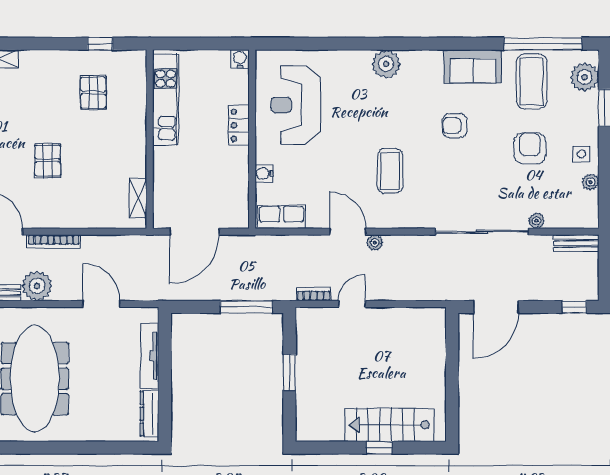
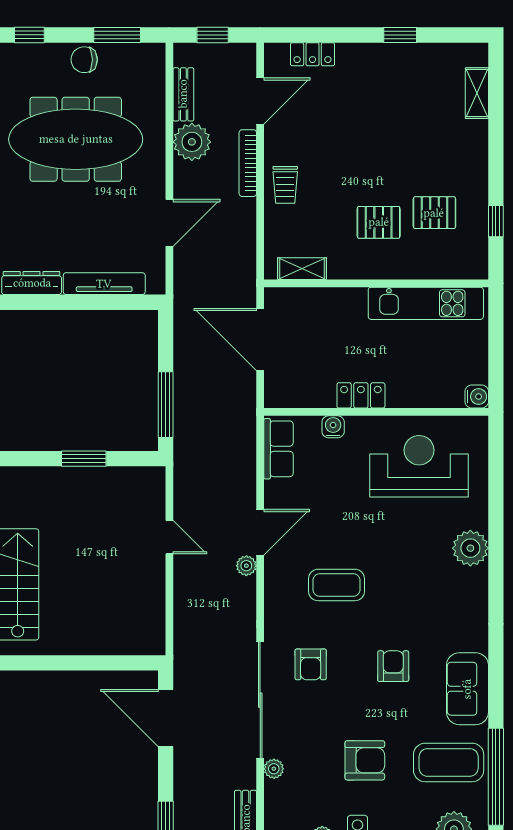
plant: (386, 64) -> (470, 548), moved
locker: (239, 125) -> (361, 395), moved
pallet: (48, 160) -> (379, 222), moved
armchair: (453, 191) -> (311, 664), added
trolley: (71, 212) -> (285, 185), added
bookcase: (314, 294) -> (182, 489), removed

